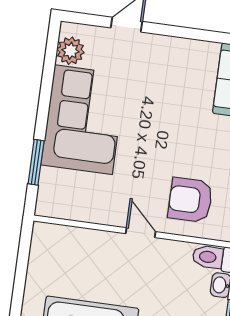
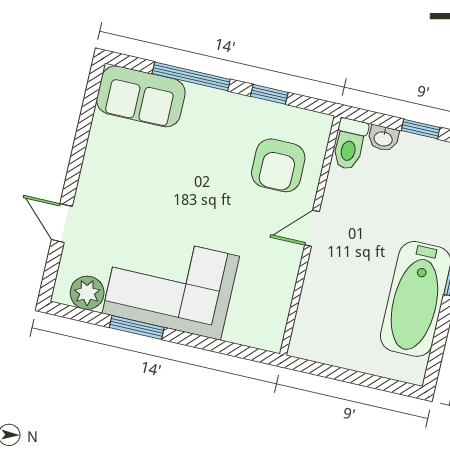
window: (36, 162) -> (137, 327), moved

